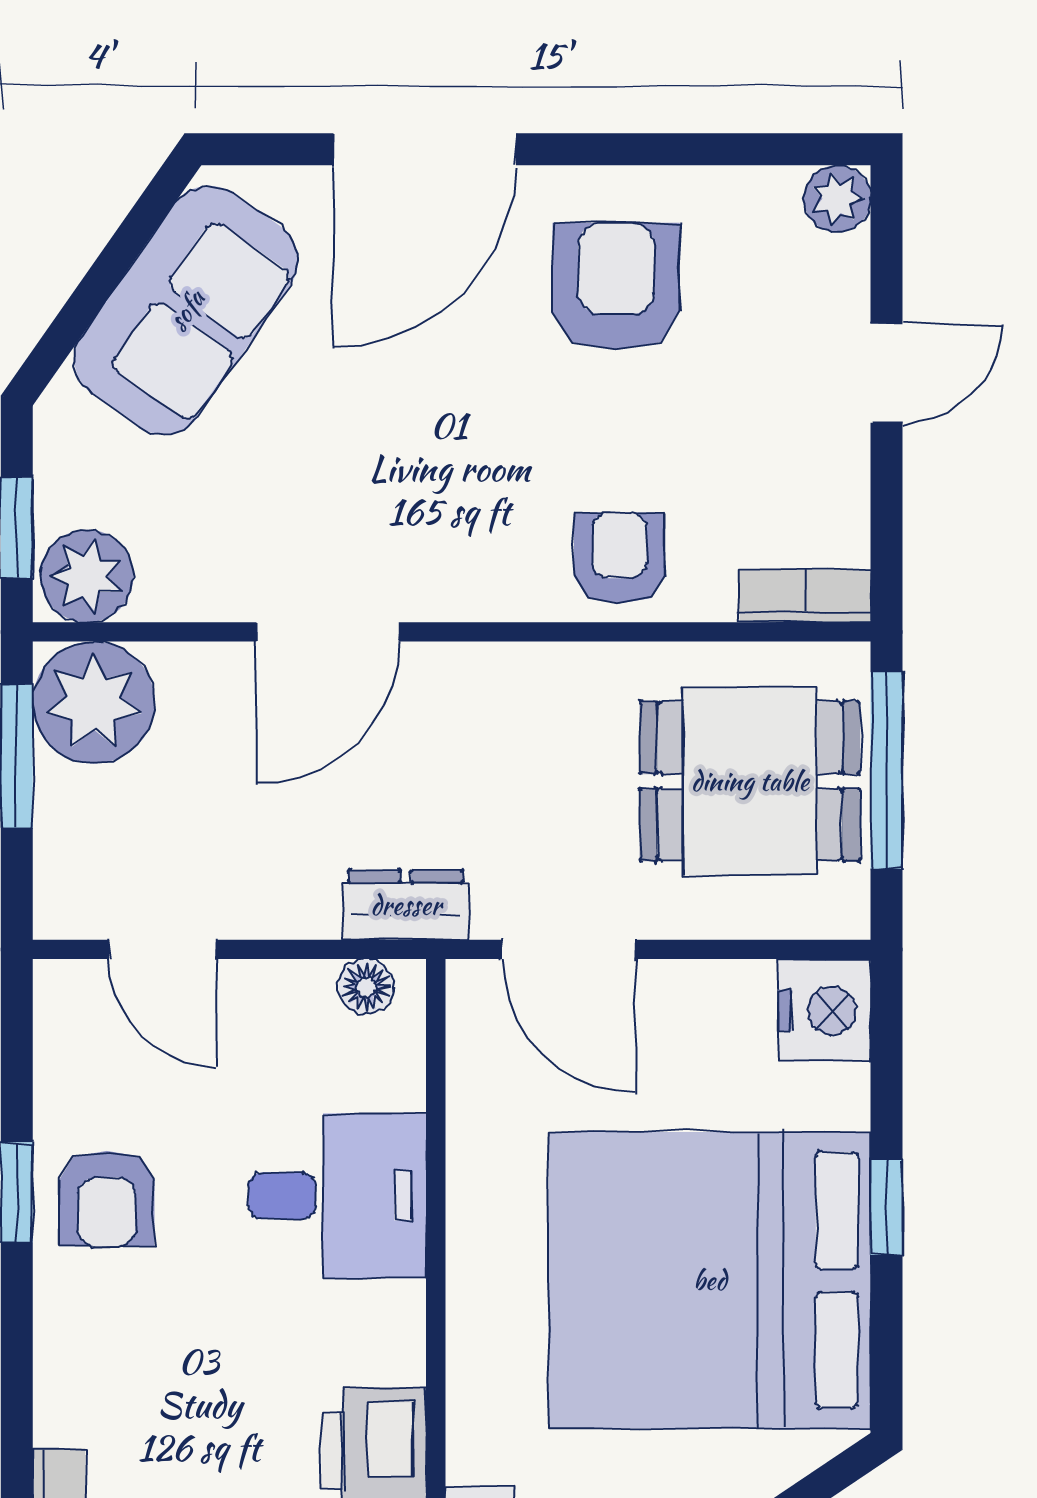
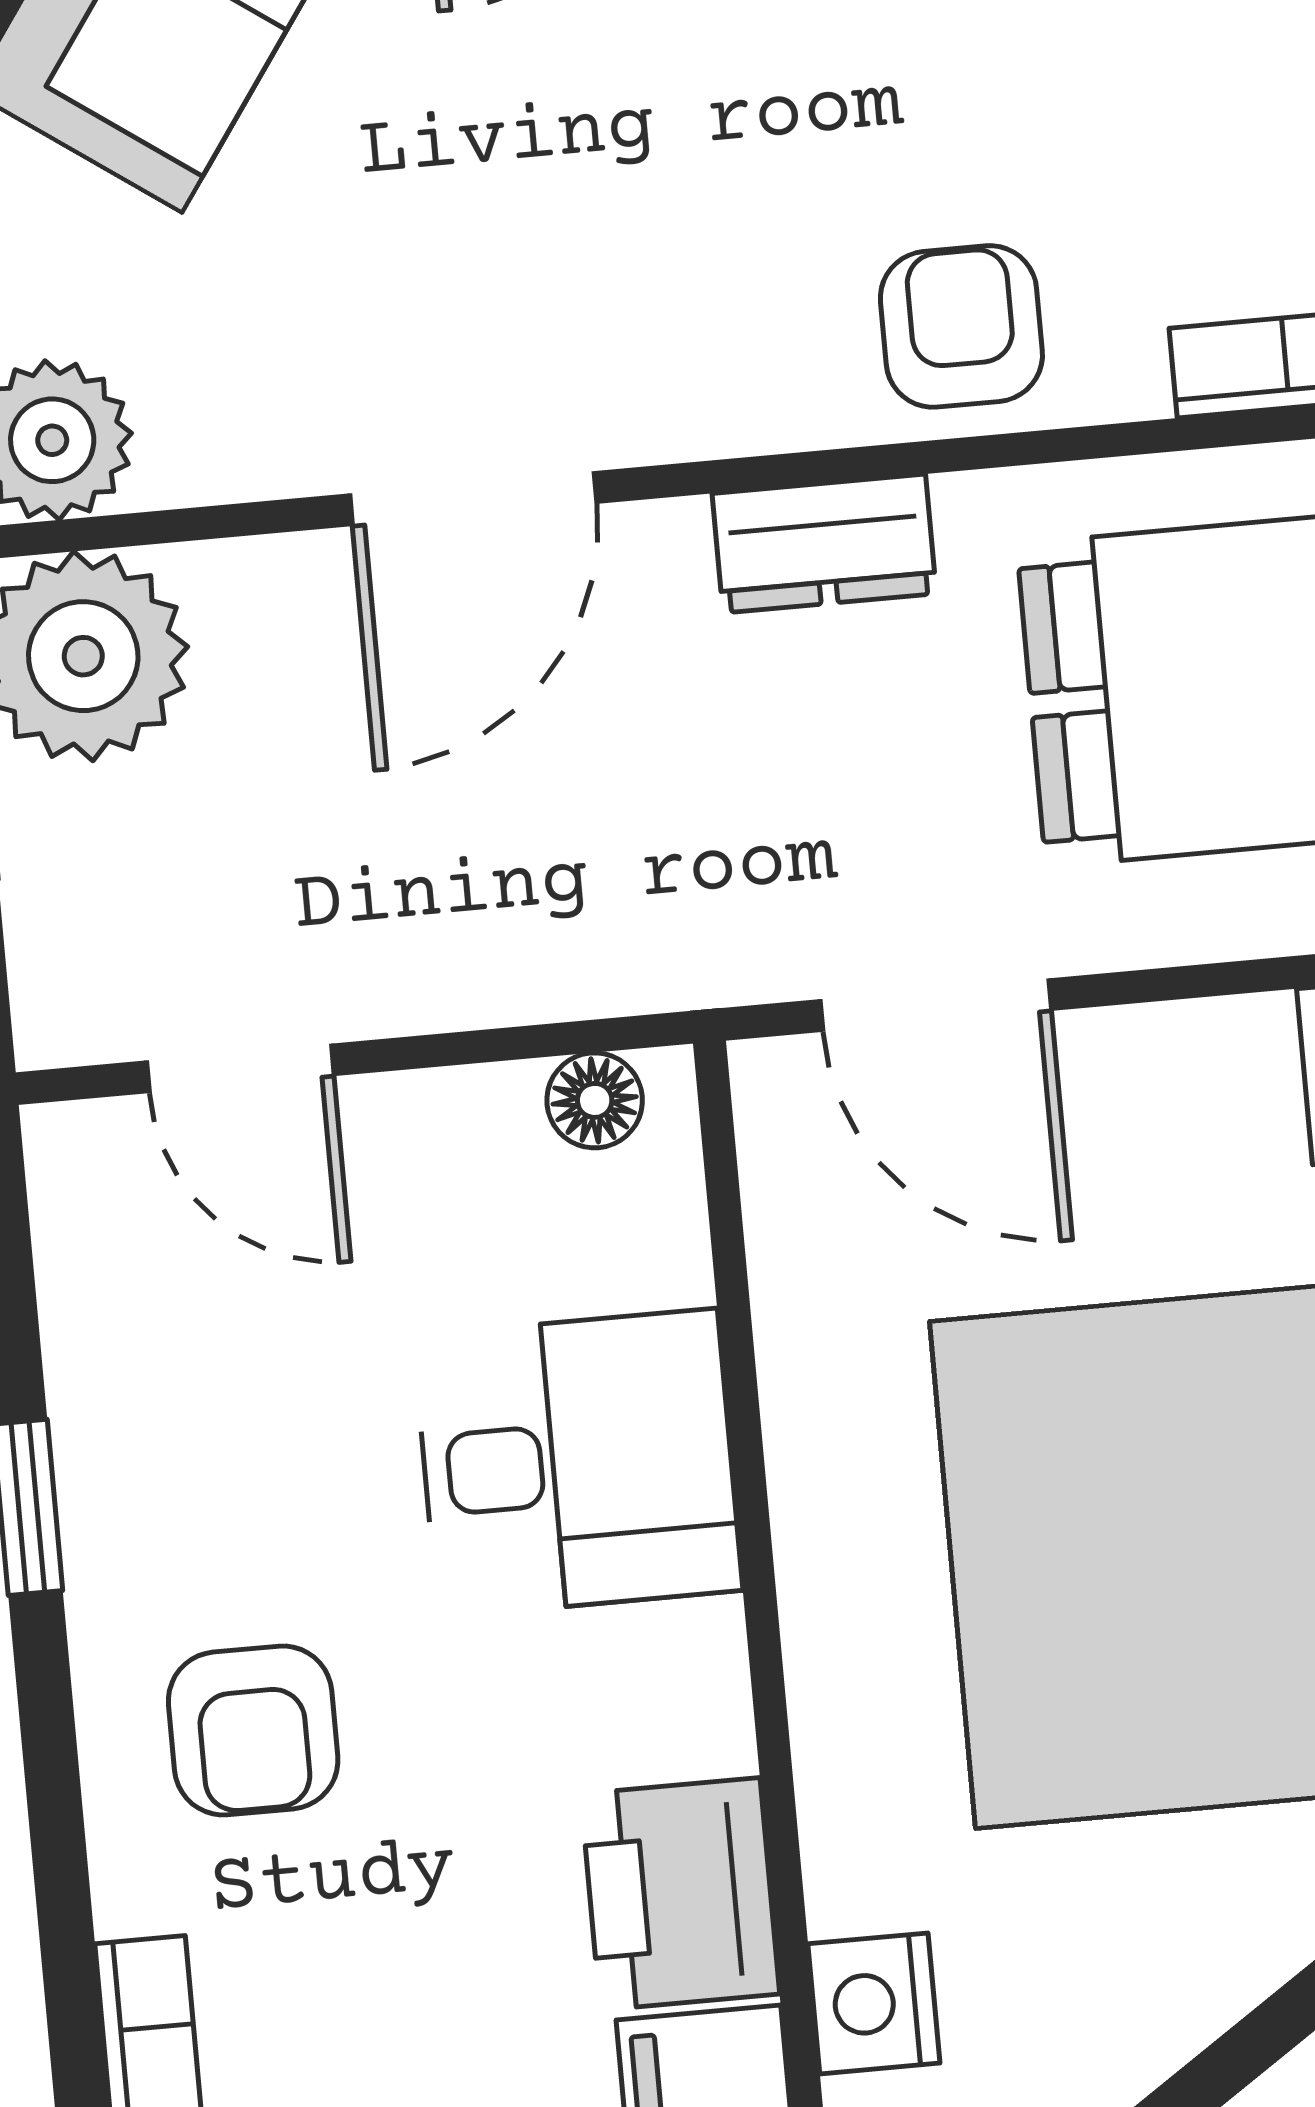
dresser: (406, 905) -> (824, 544), moved, turned 180
armchair: (107, 1199) -> (253, 1730), moved

